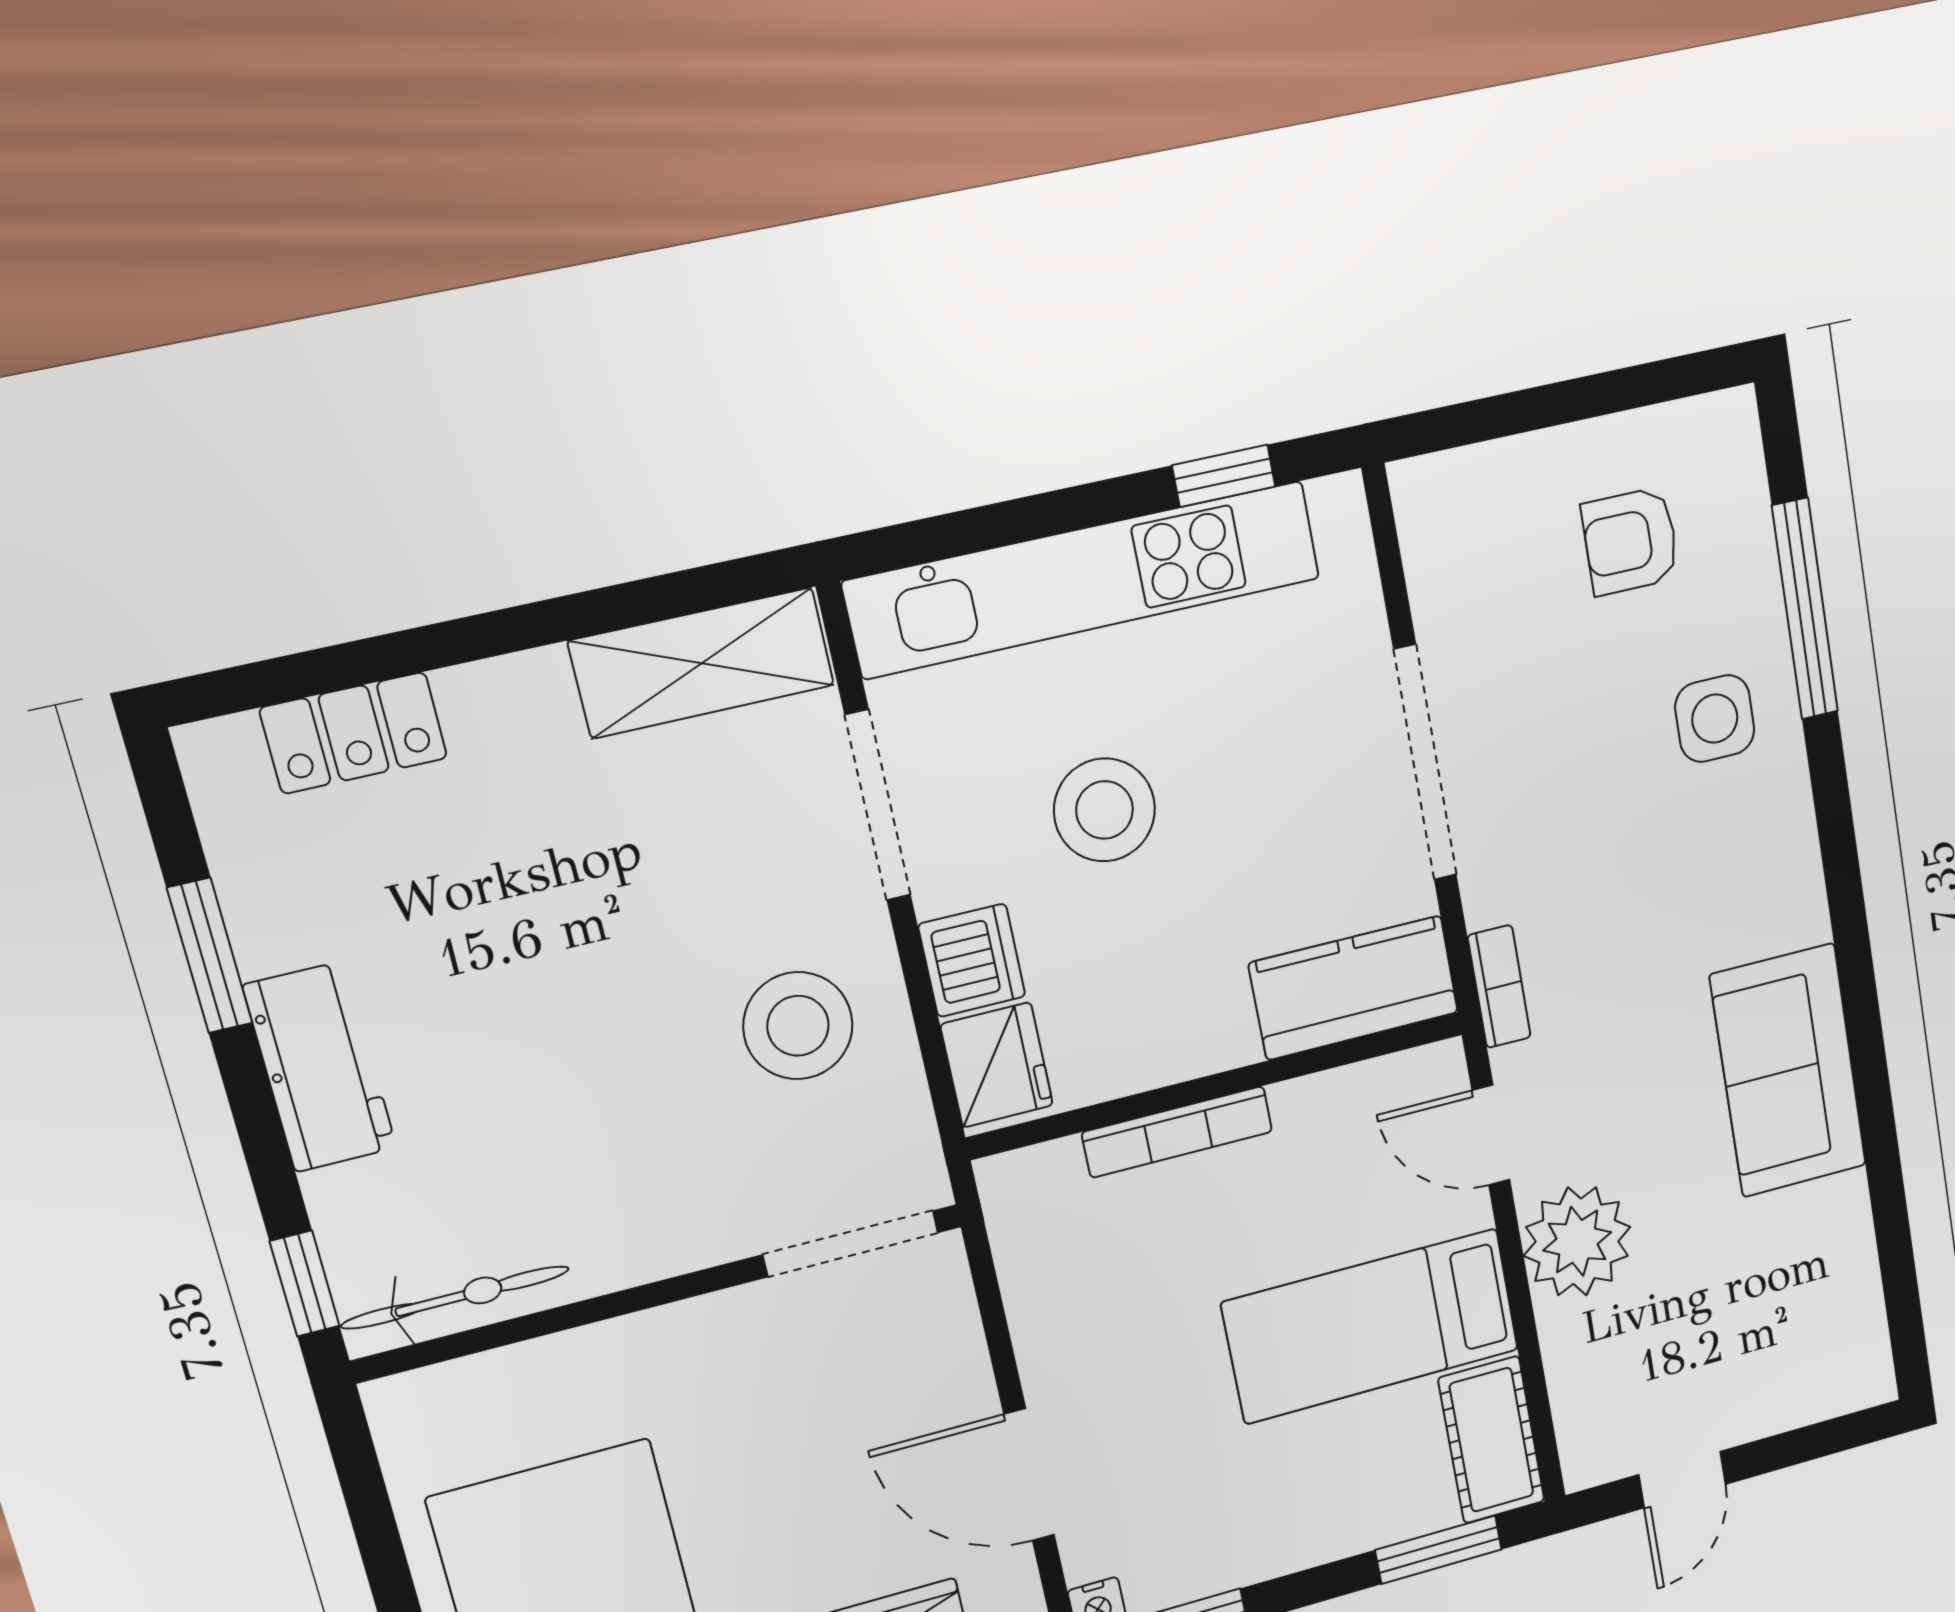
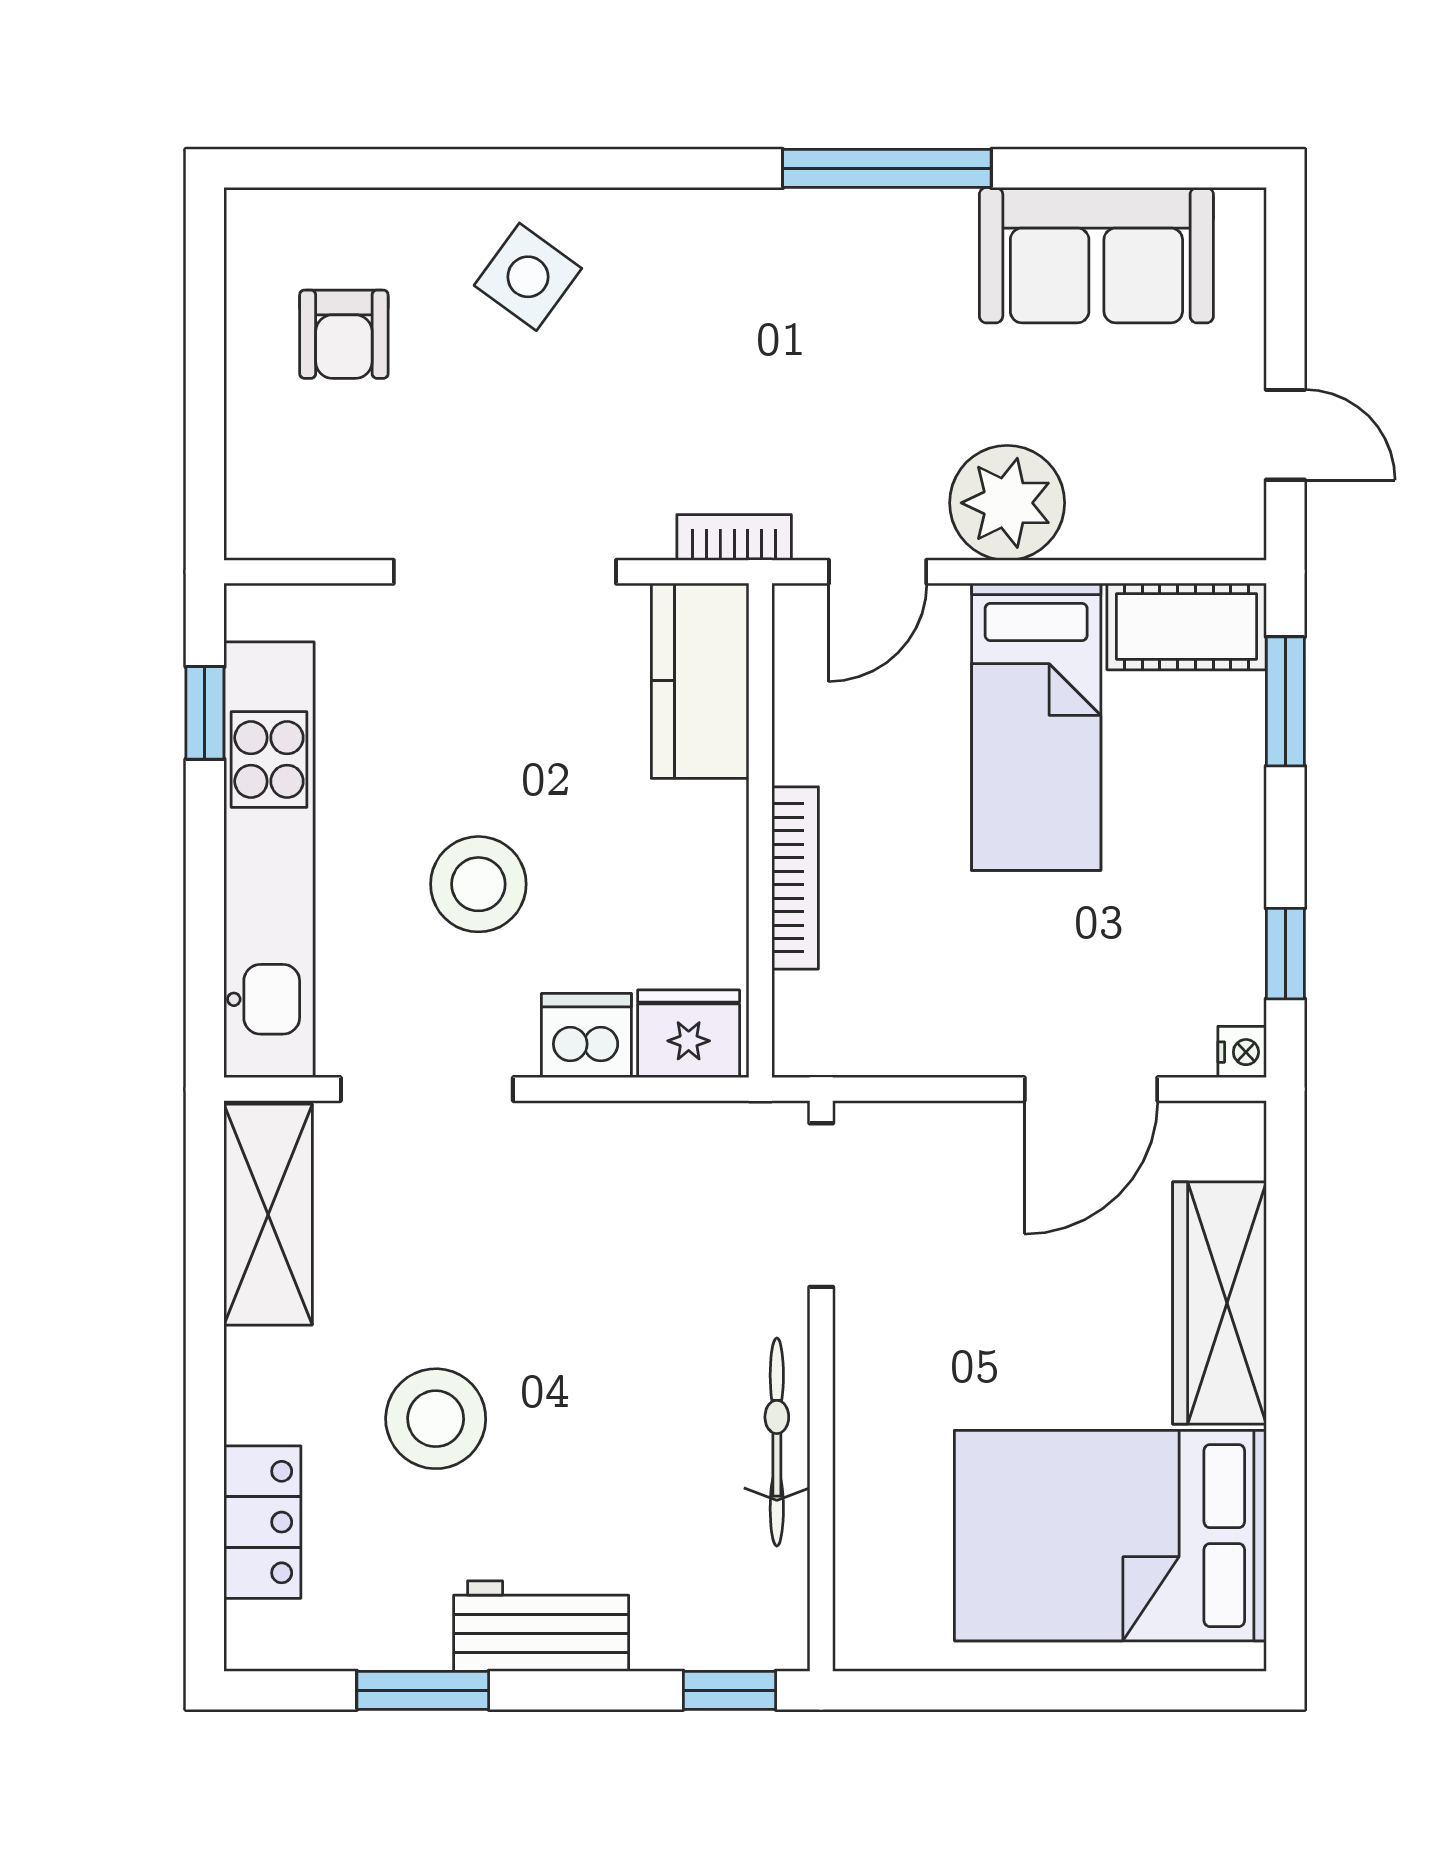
window: (1805, 609) -> (887, 168), moved
side table: (1715, 719) -> (528, 277), turned 36
stool: (798, 1026) -> (436, 1419), moved
sofa: (1788, 1071) -> (1096, 255), moved
bicycle: (455, 1297) -> (777, 1442), moved

